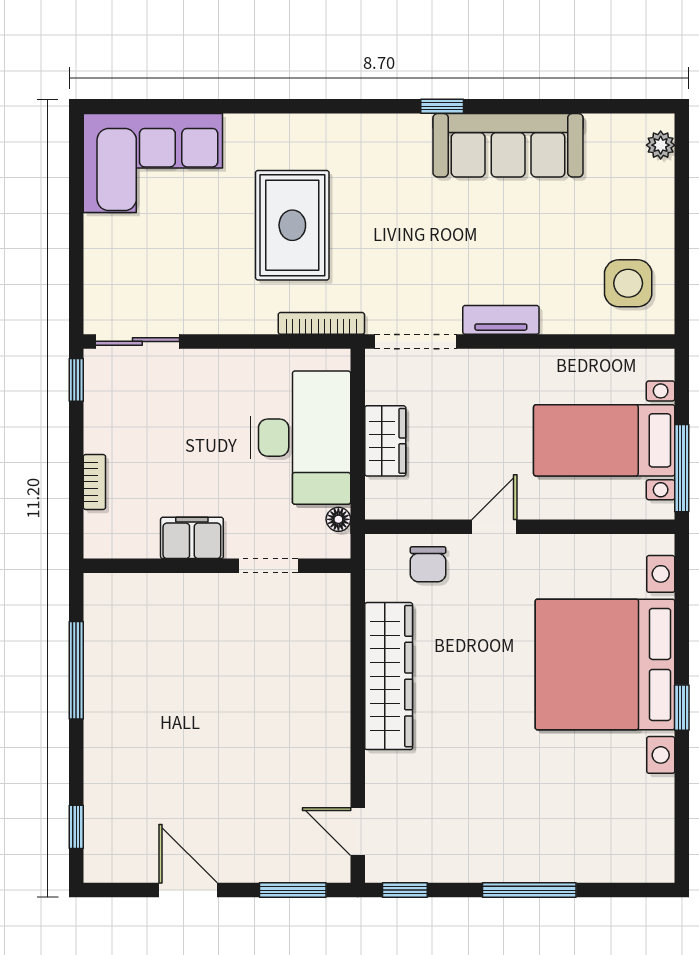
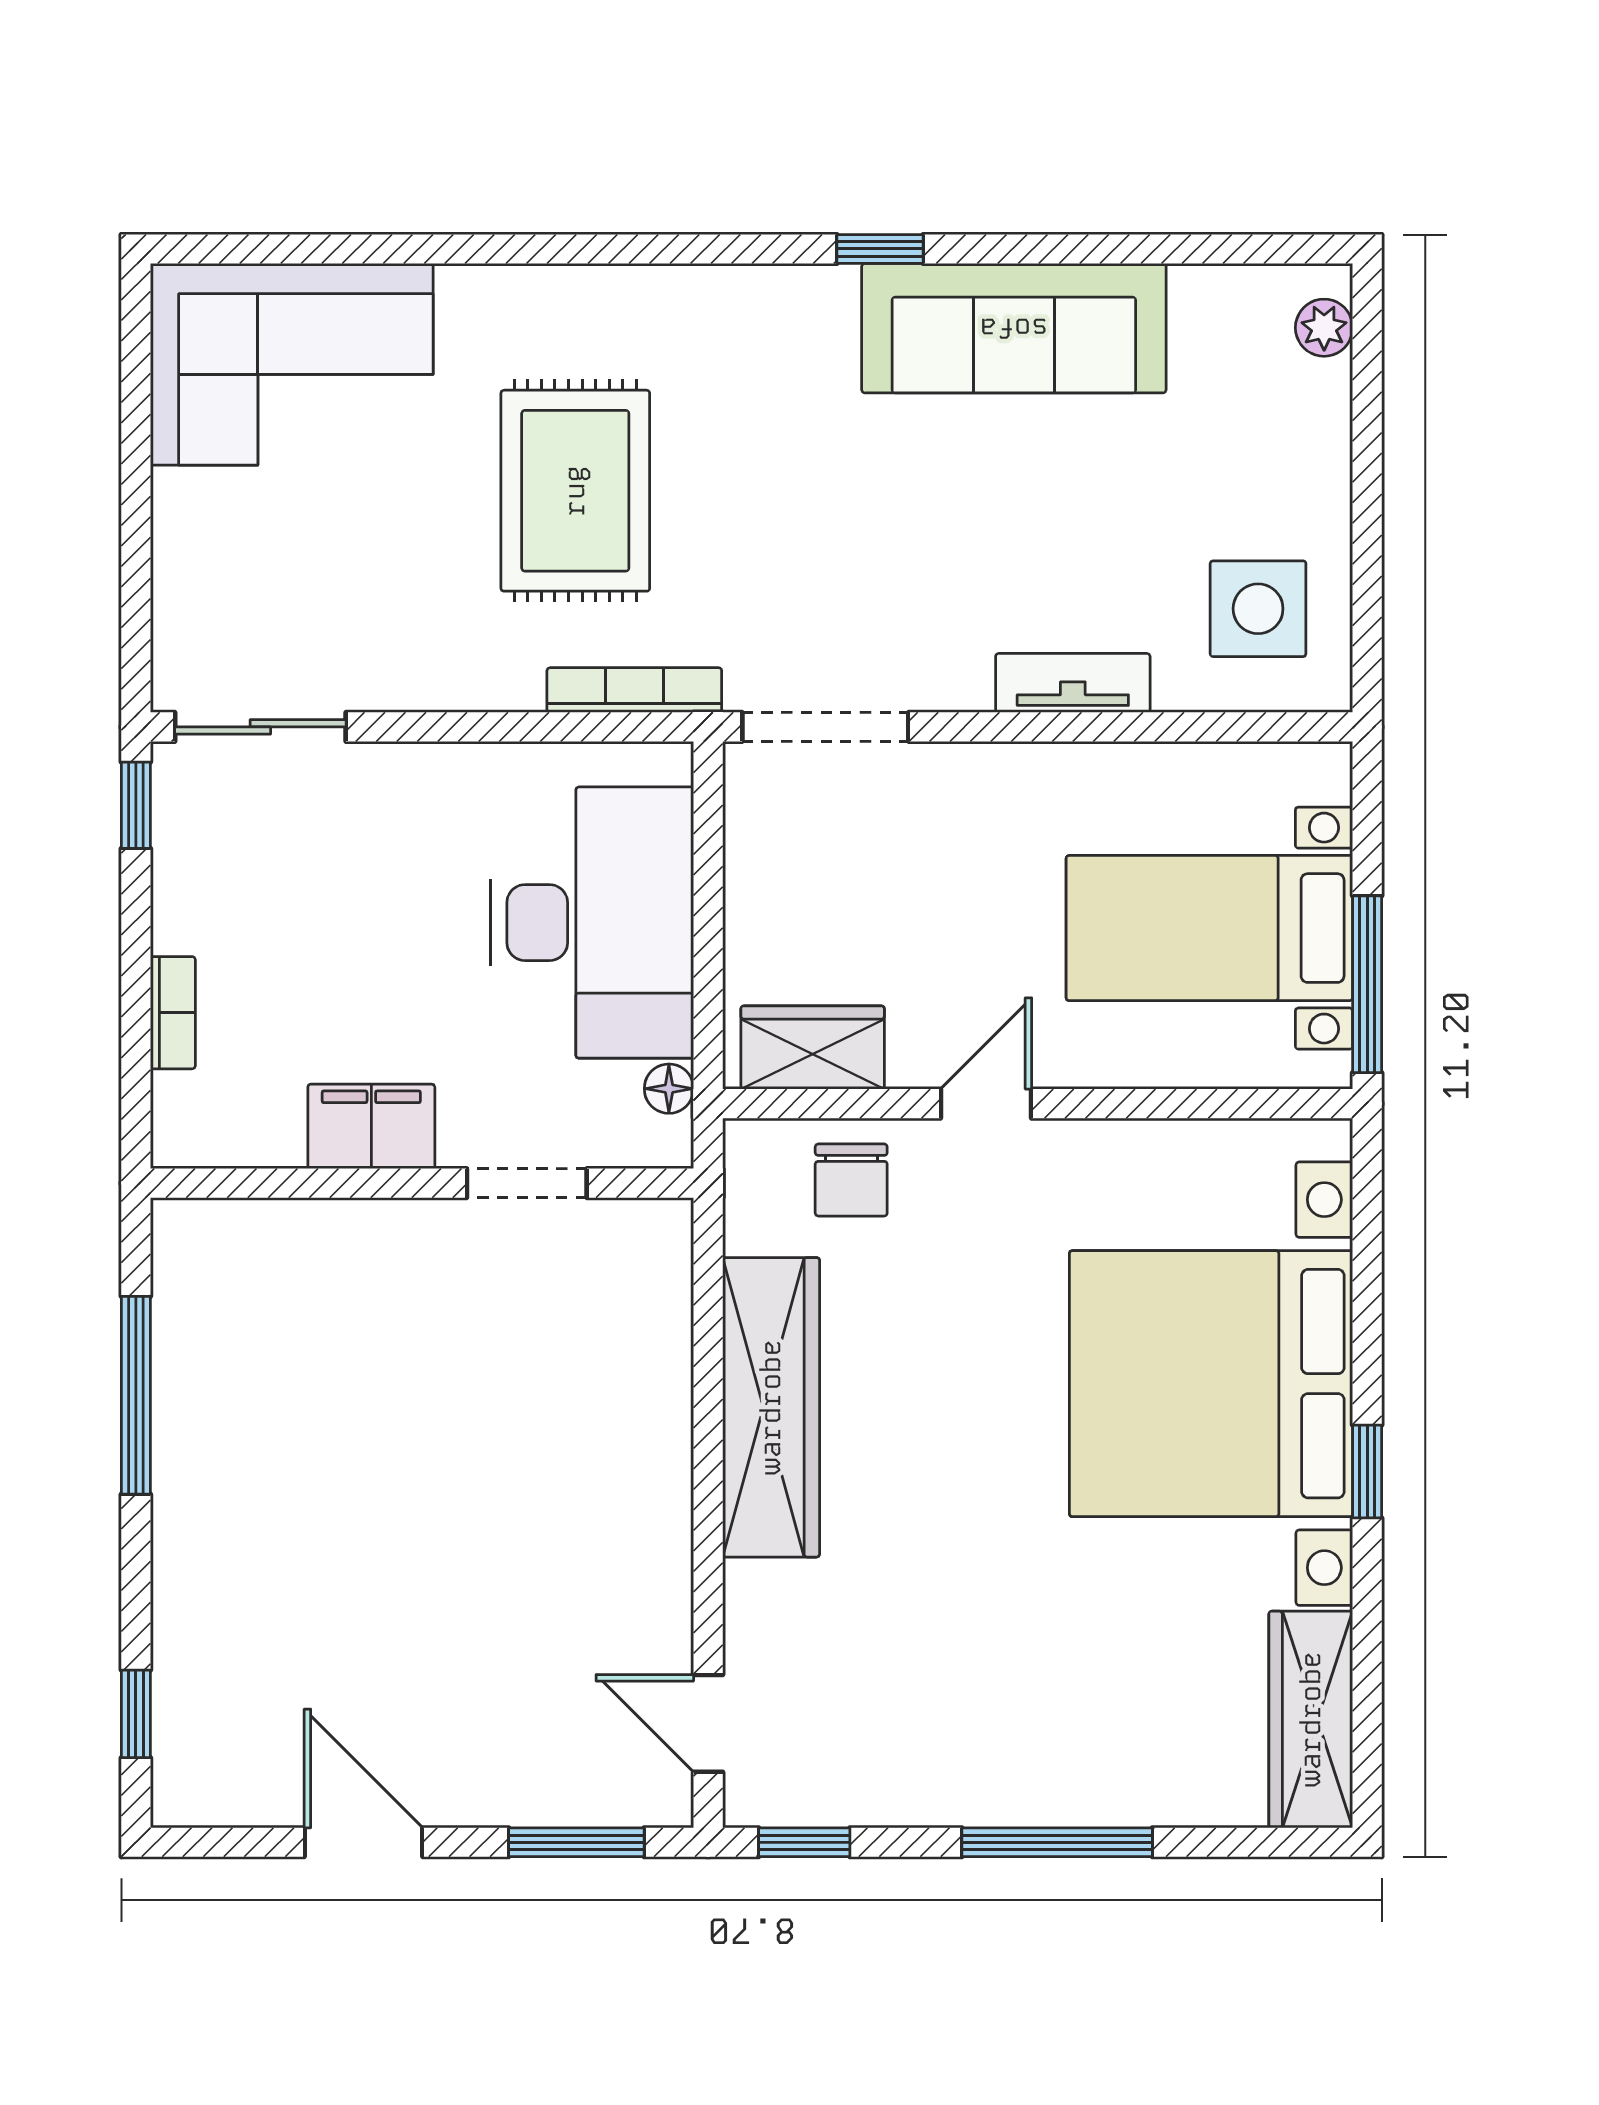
tv unit: (501, 320) -> (1073, 683), moved
wardrobe: (385, 441) -> (813, 1047), moved, turned -90
wardrobe: (654, 830) -> (1311, 1719), added

